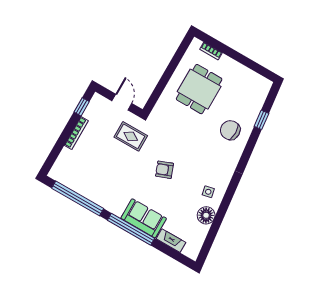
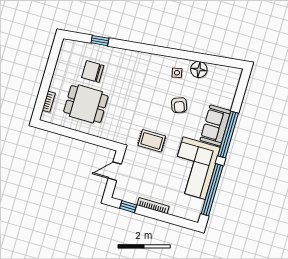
chair: (230, 130) -> (93, 71), moved, turned 90
rug: (131, 136) -> (152, 141), moved, turned 90
armchair: (165, 170) -> (179, 105), moved
corner sofa: (105, 185) -> (194, 168), added
fireplace: (171, 241) -> (230, 96), removed

